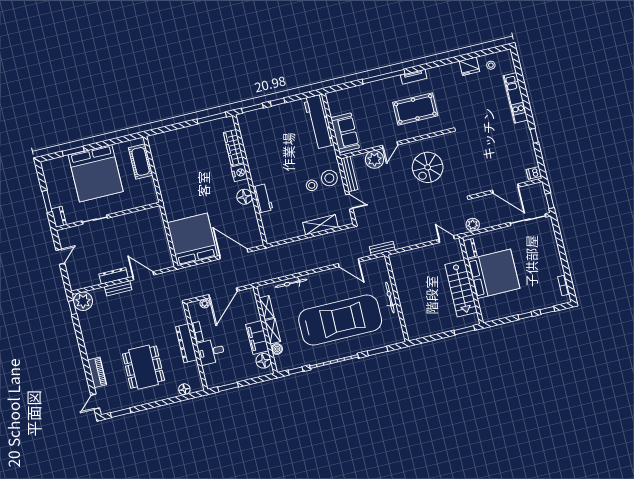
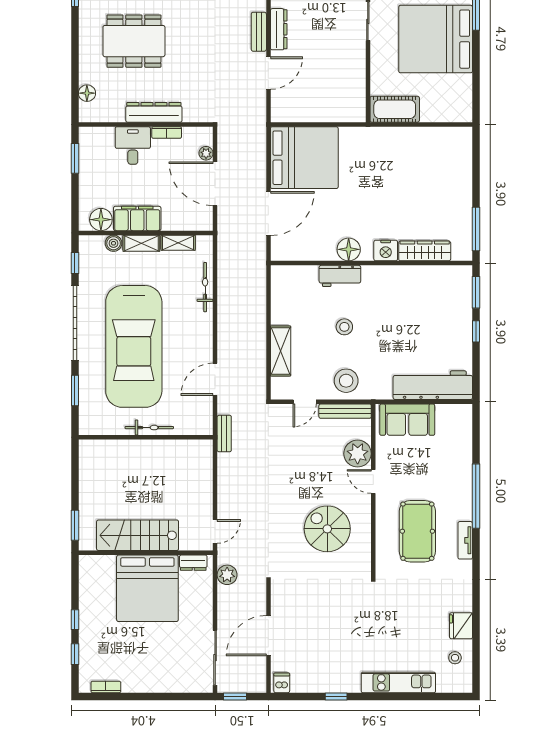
cot: (141, 161) -> (395, 109), moved
stool: (312, 185) -> (344, 327), moved

